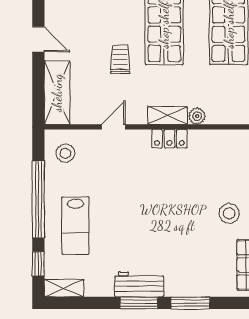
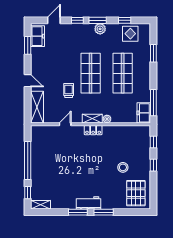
stool: (65, 153) -> (41, 137), removed
lab bench: (75, 226) -> (46, 174), removed
workbench: (139, 284) -> (88, 203), moved

